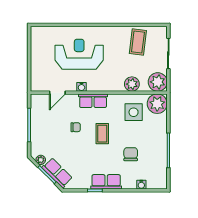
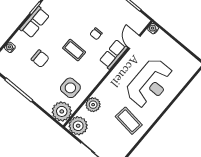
coffee table: (138, 42) -> (129, 121), moved
water cooler: (81, 87) -> (153, 29), moved
row of seats: (93, 101) -> (113, 54), moved

